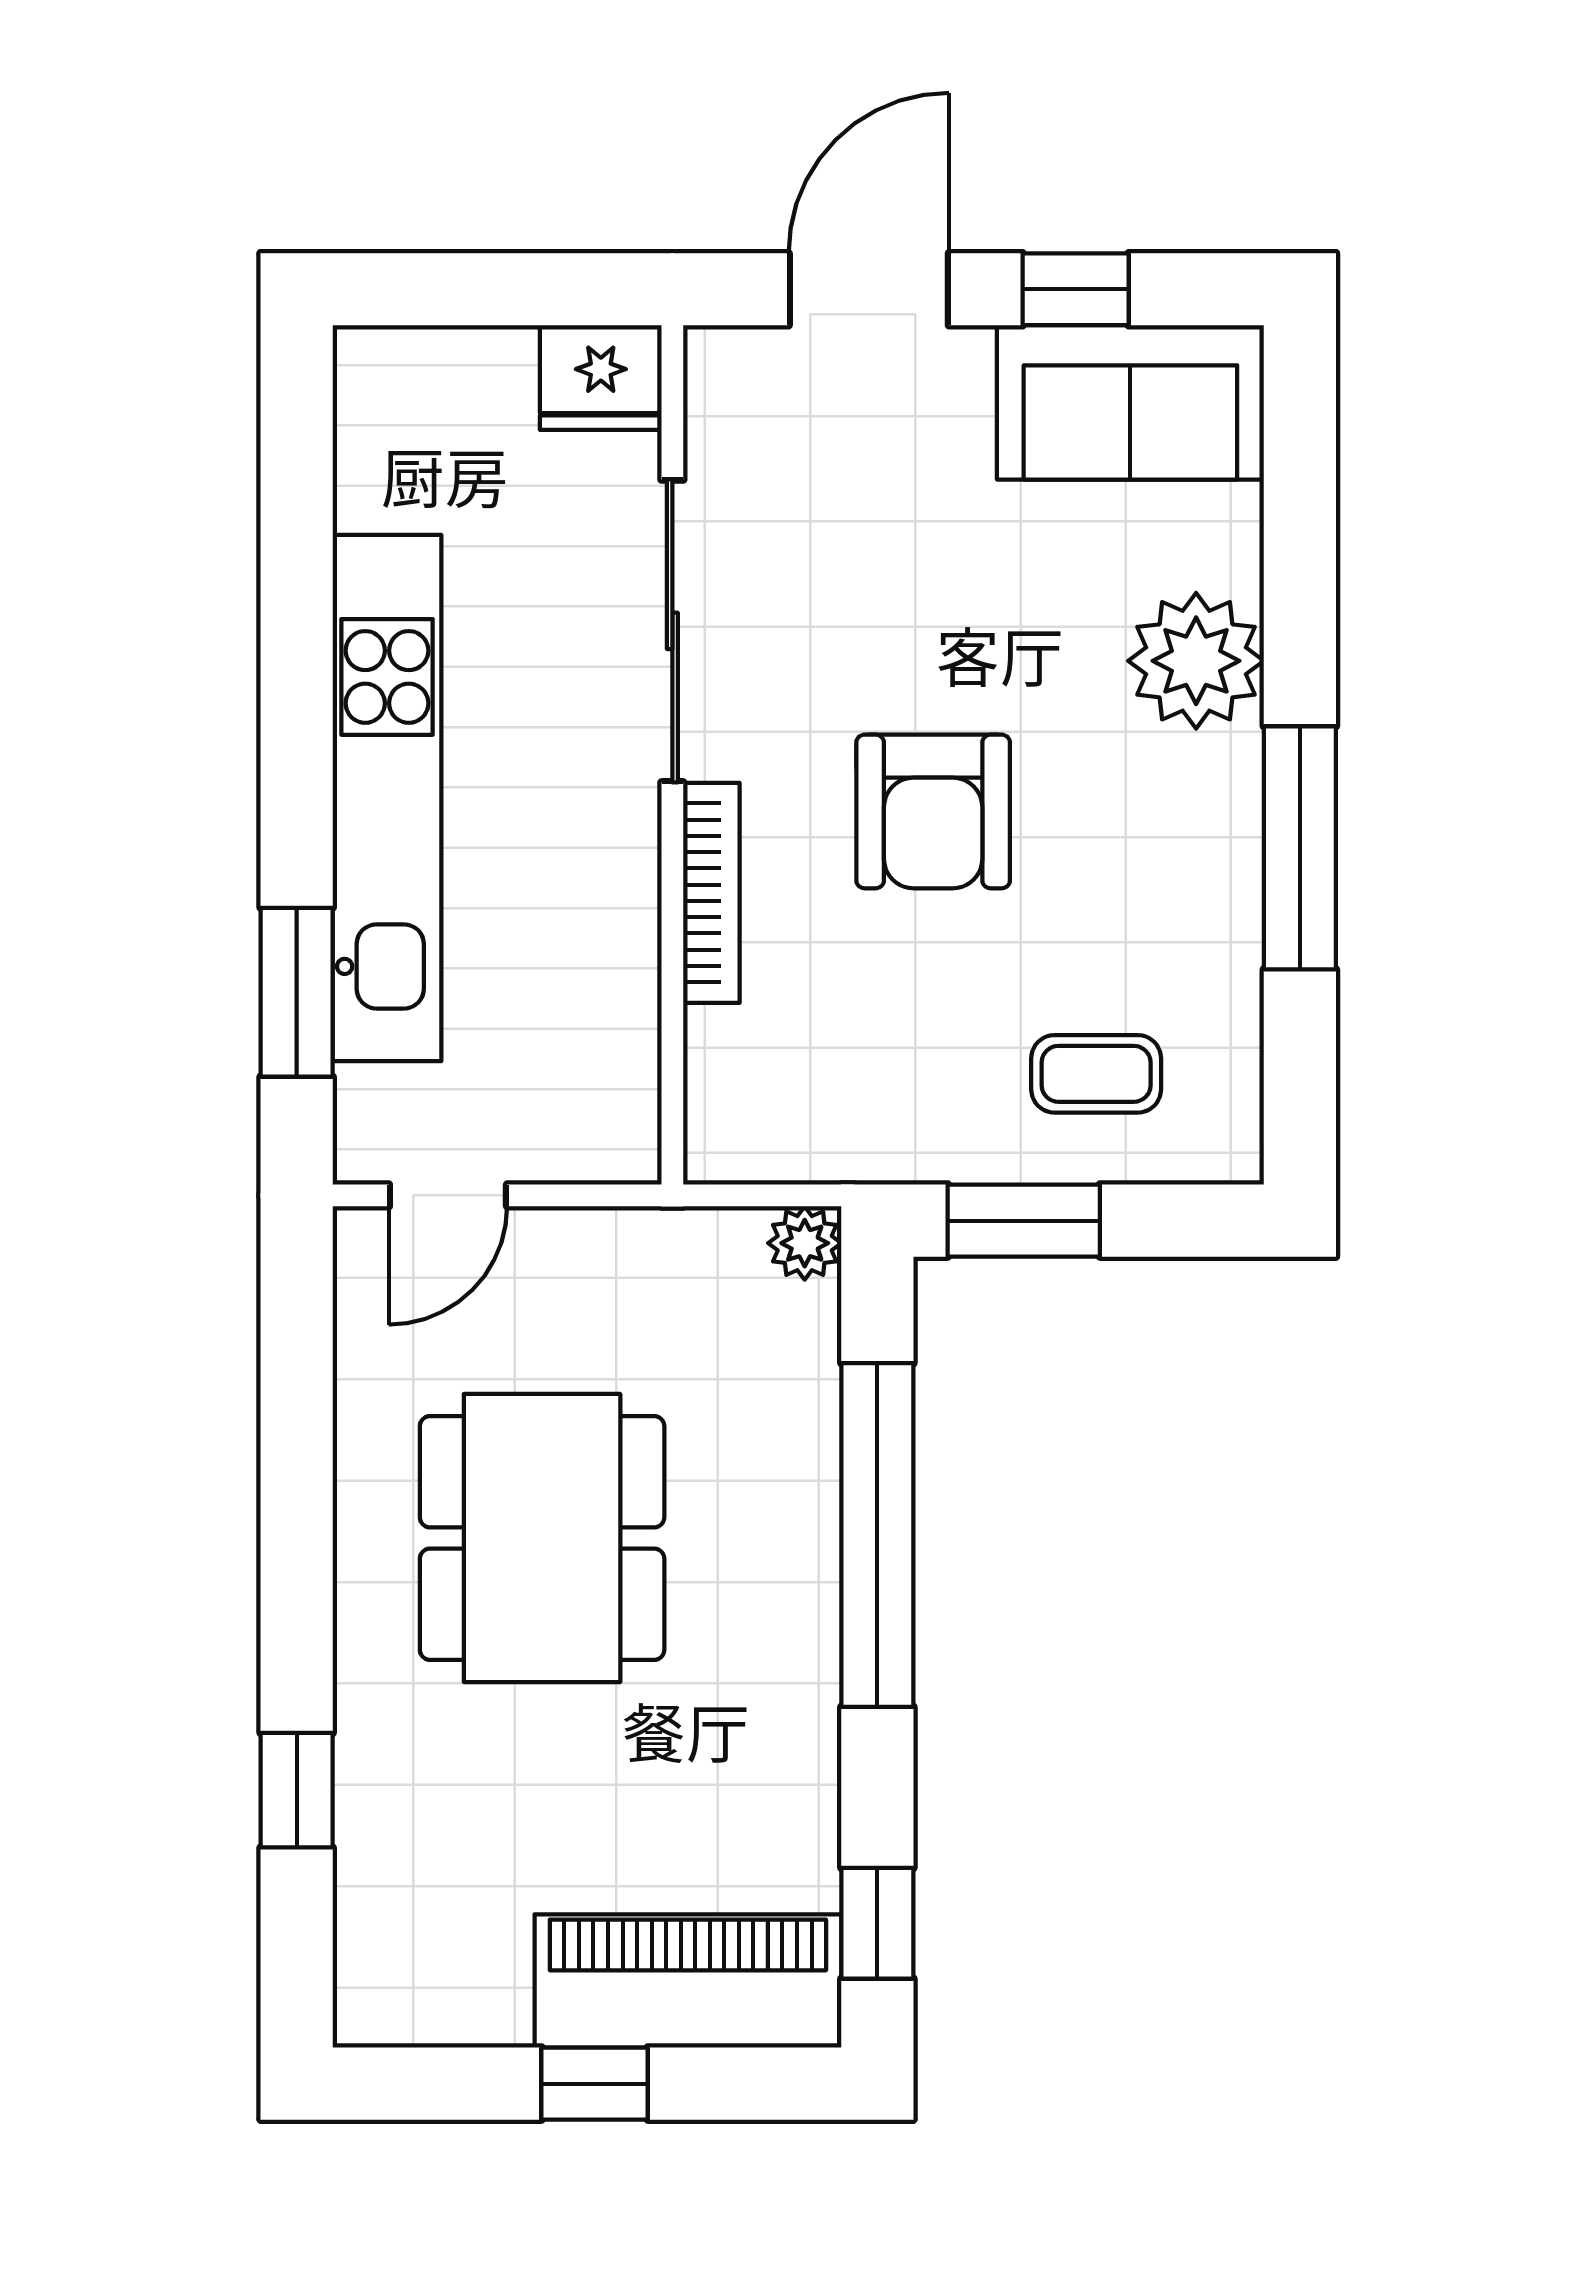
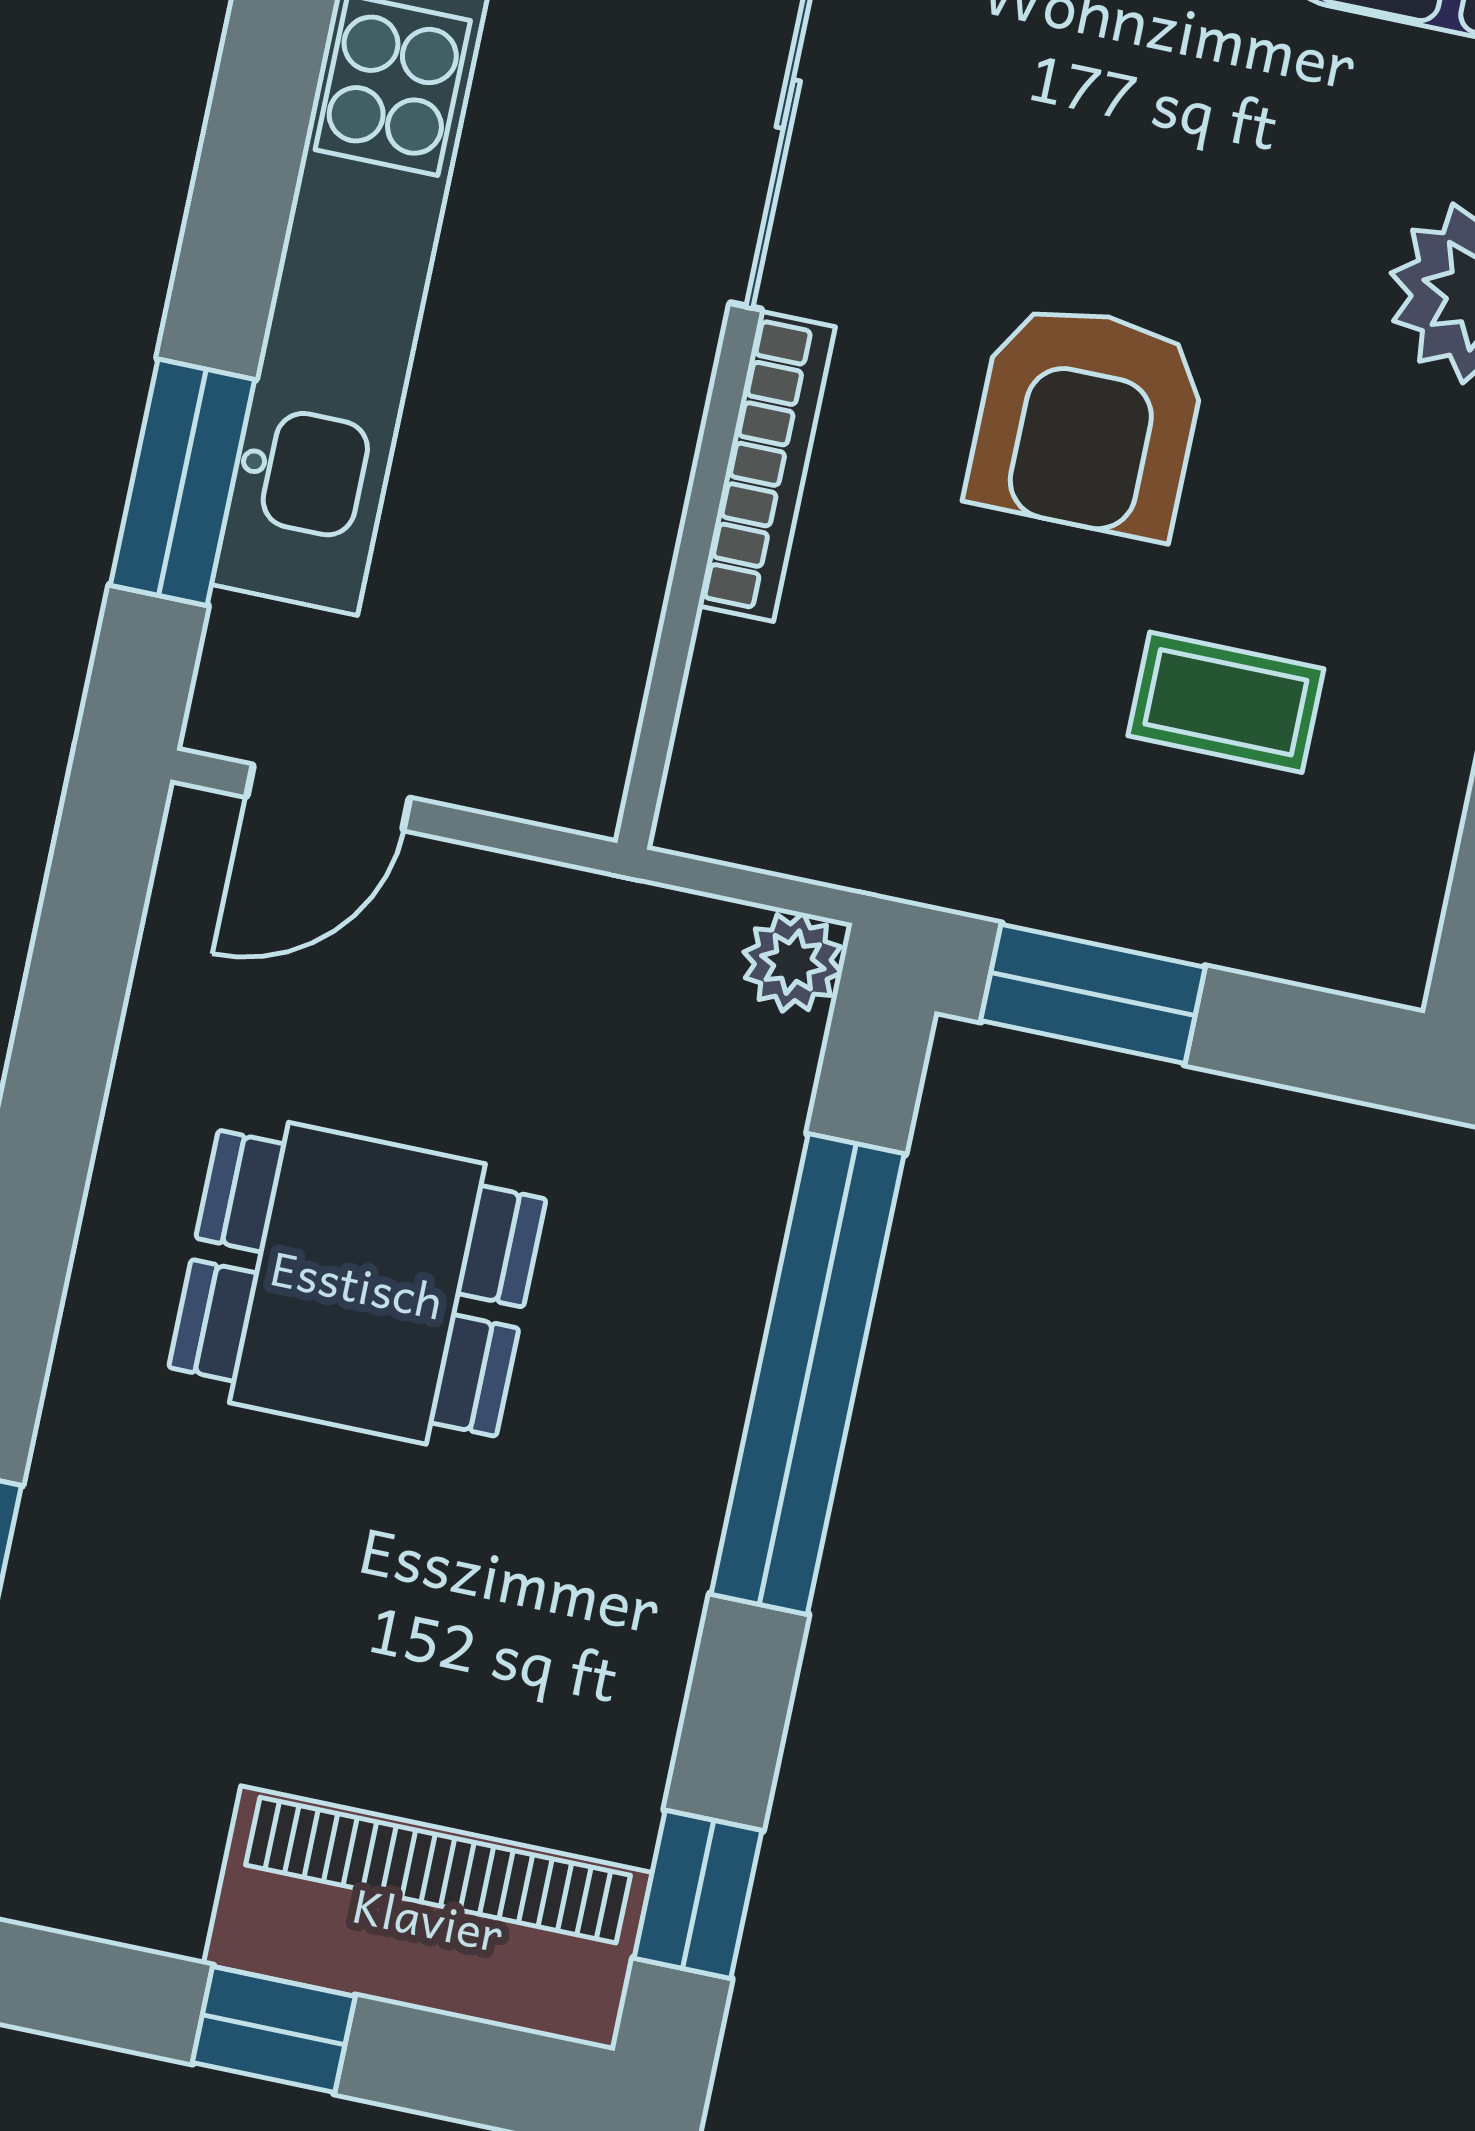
coffee table: (1096, 1074) -> (1226, 702), moved
dining table: (542, 1538) -> (357, 1283), width x0.73

